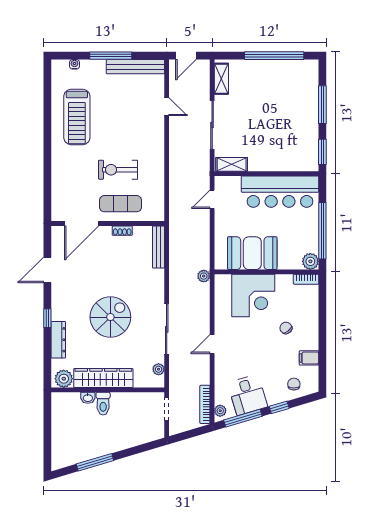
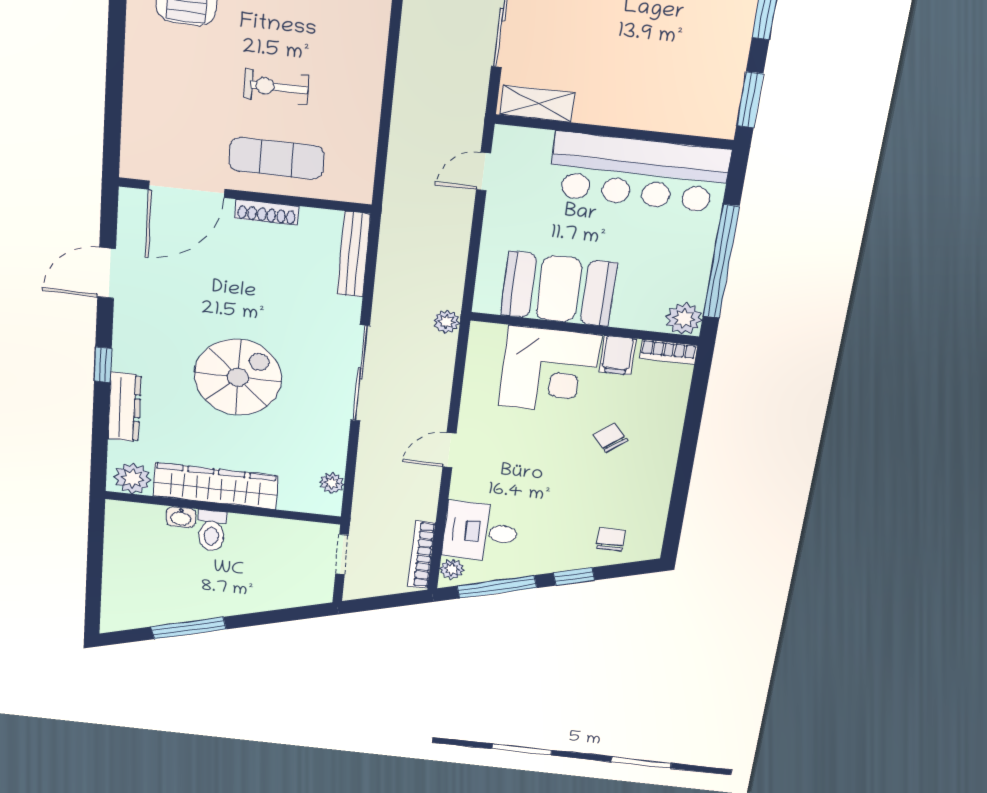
exercise bike: (118, 170) -> (276, 87), width x0.73, depth x0.72
shoe rack: (122, 231) -> (267, 212), width x1.43
sliding door: (167, 329) -> (360, 373), moved
filing cabinet: (309, 358) -> (617, 355), moved, turned -90
desk: (248, 395) -> (481, 532), moved, turned 107

